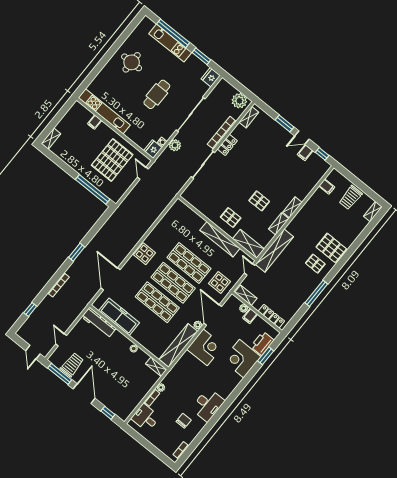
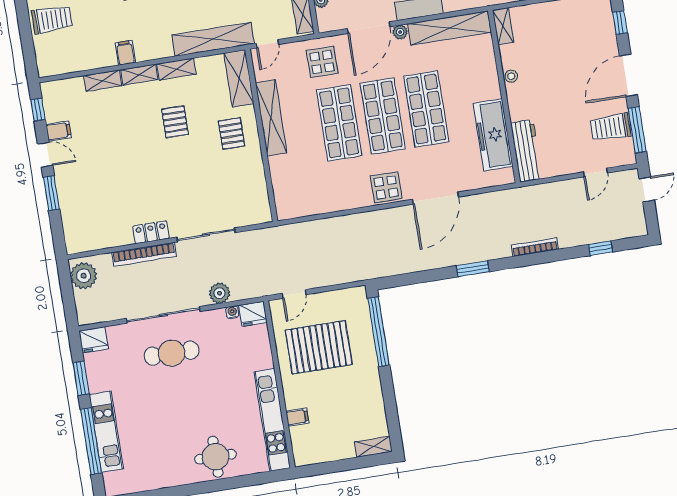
round table: (132, 62) -> (215, 457), moved
cafe table: (157, 94) -> (172, 353), moved
shelving: (249, 117) -> (103, 81), moved
filing cabinet: (327, 187) -> (125, 53), moved
door: (110, 279) -> (436, 198), moved

